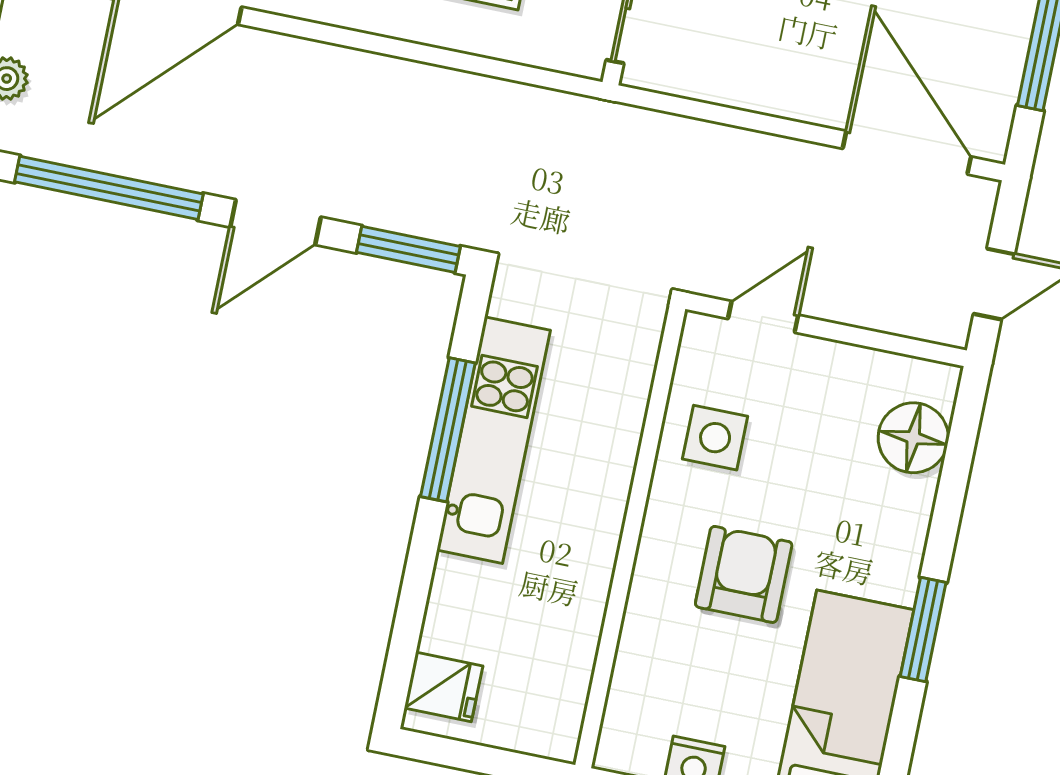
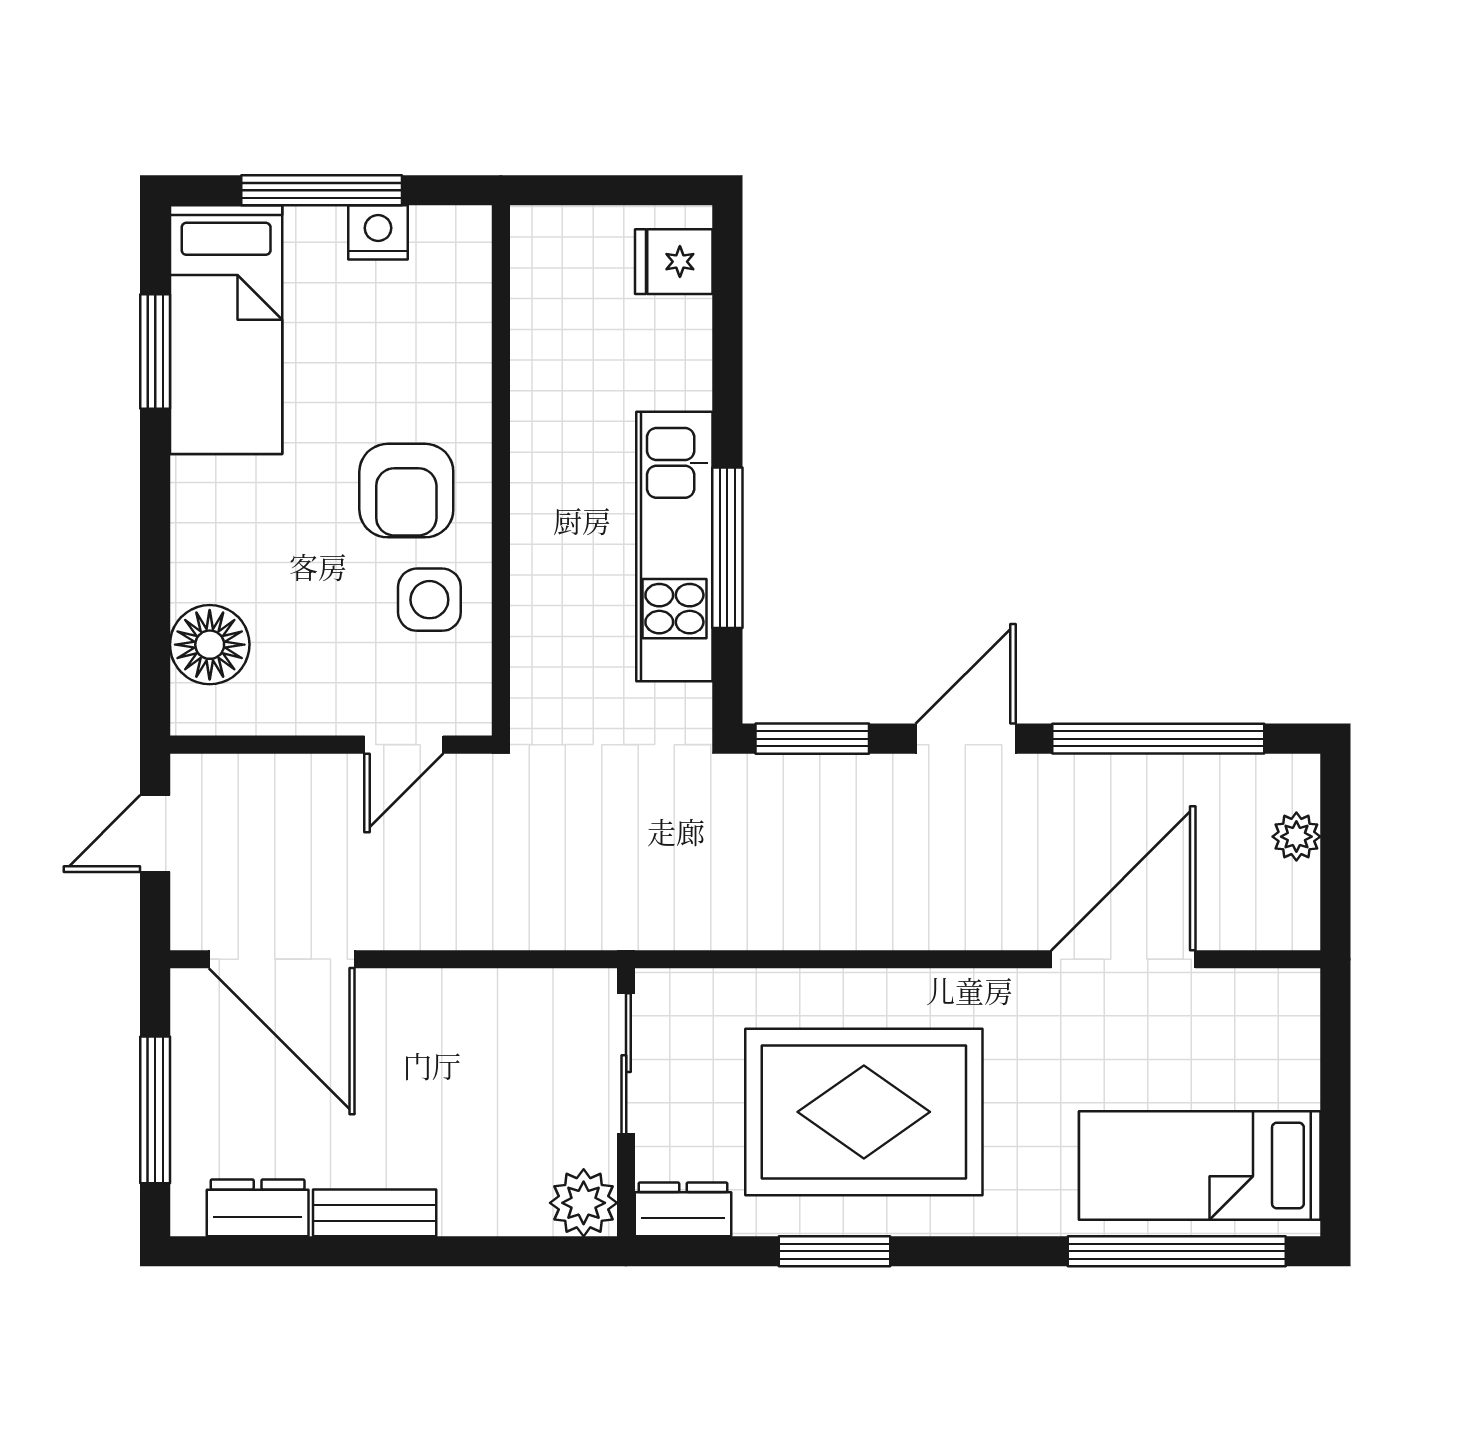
armchair: (744, 574) -> (406, 491), moved
window: (923, 629) -> (155, 351), moved

